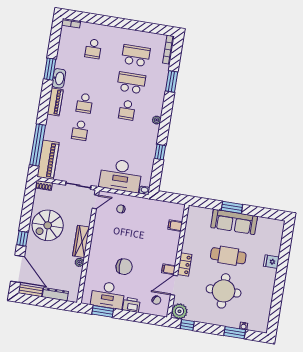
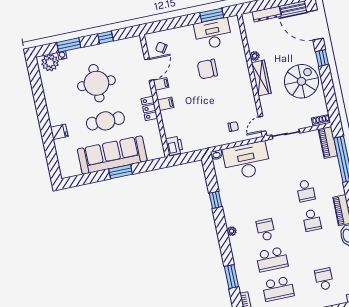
school desk: (84, 103) -> (312, 220), turned 180
school desk: (80, 130) -> (306, 191), turned 180
piano: (48, 160) -> (328, 142), width x0.73, depth x0.75
sofa: (234, 222) -> (112, 155), width x1.36, depth x1.27
filing cabinet: (175, 226) -> (166, 104), moved
locker: (185, 264) -> (149, 108), moved
printer: (131, 305) -> (174, 146), moved, turned -90
plant: (179, 311) -> (50, 63), moved
window: (187, 325) -> (105, 37), moved

